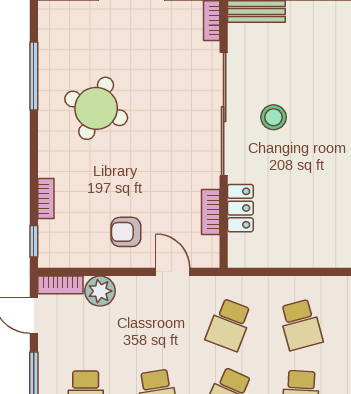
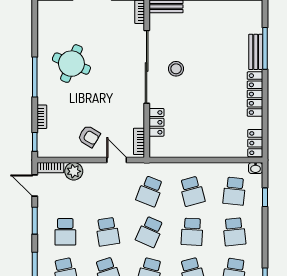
window: (34, 76) -> (35, 77), moved
bookcase: (211, 212) -> (139, 141), moved
armchair: (126, 232) -> (89, 136), turned -149

